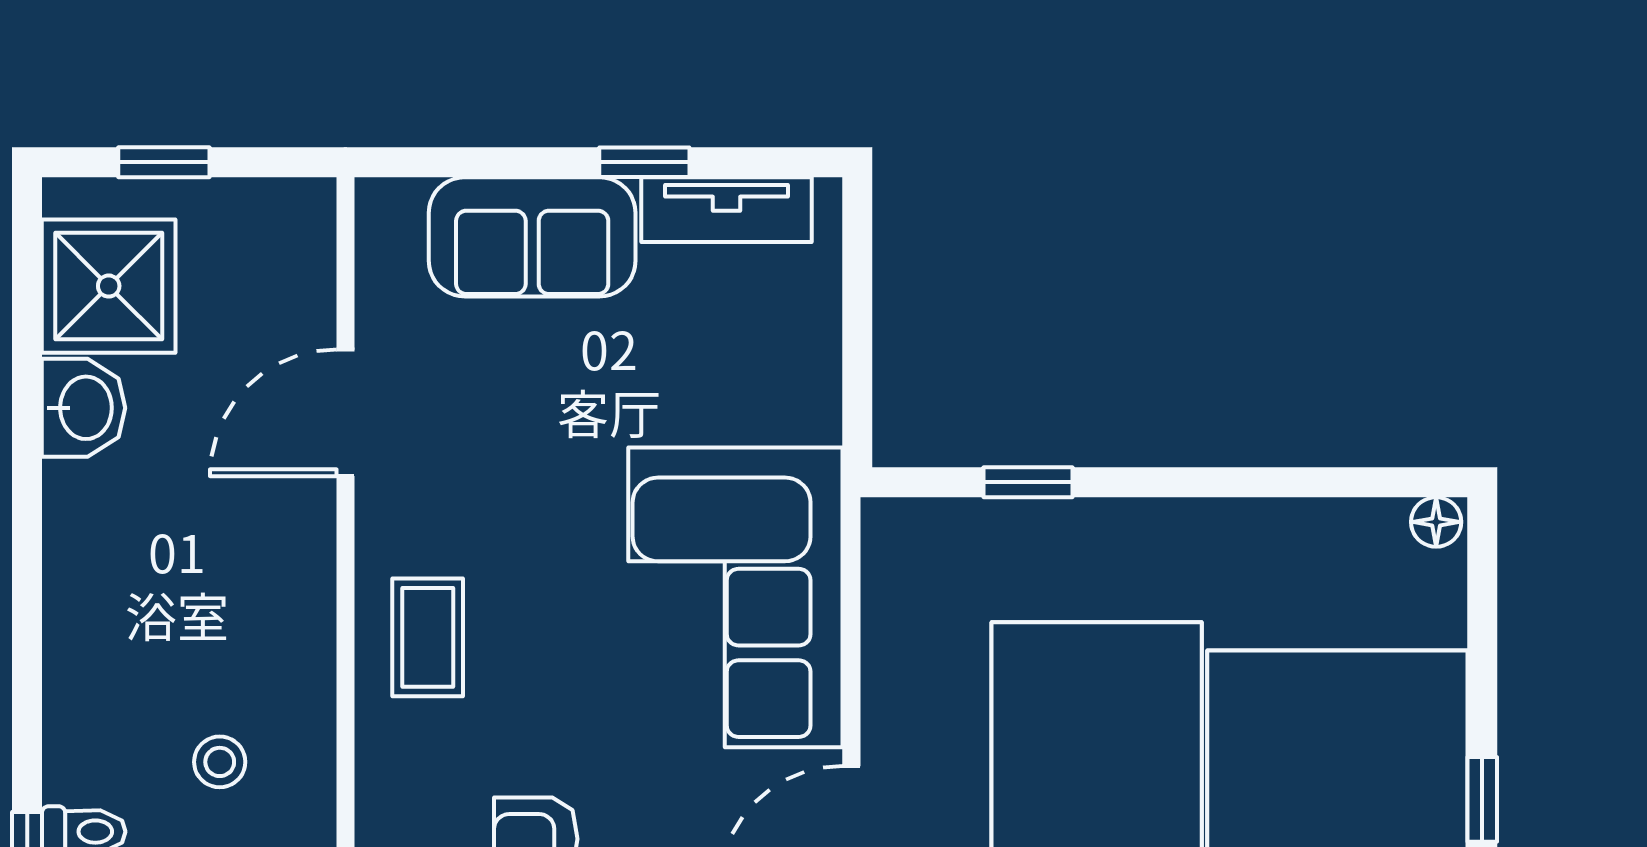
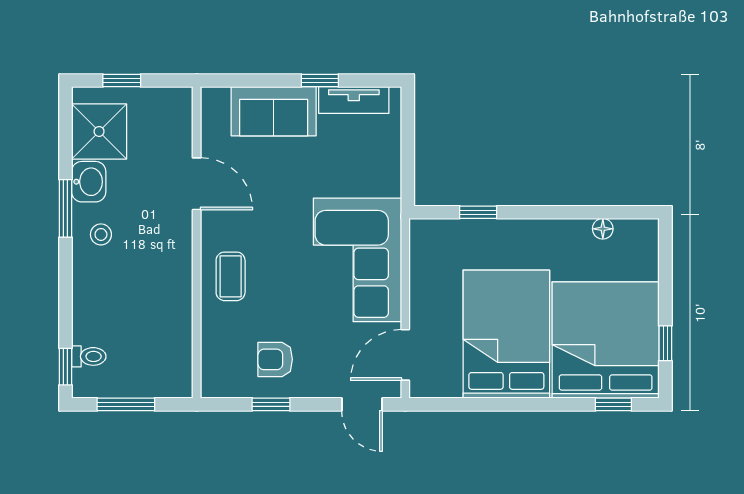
door: (345, 413) -> (197, 184), swing flipped
window: (27, 473) -> (65, 208), added
floor lamp: (1436, 522) -> (603, 229), moved
stool: (220, 762) -> (101, 234), moved

